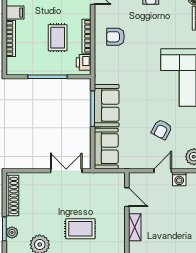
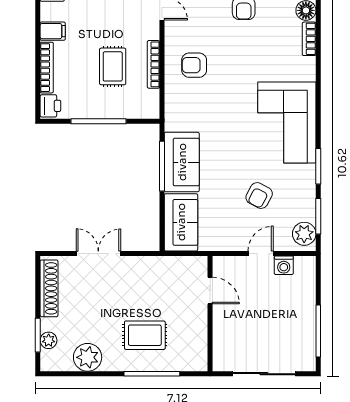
printer: (84, 62) -> (50, 106), moved, turned 180
double door: (66, 171) -> (98, 254), moved
shelving: (135, 227) -> (221, 333), removed

